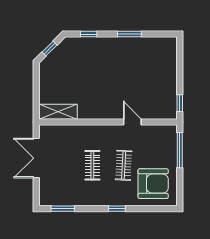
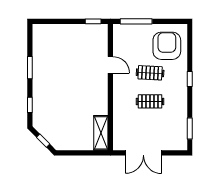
door: (132, 122) -> (110, 65), swing flipped

